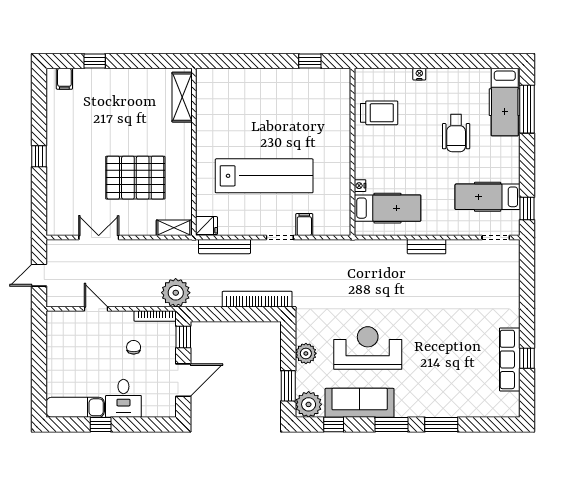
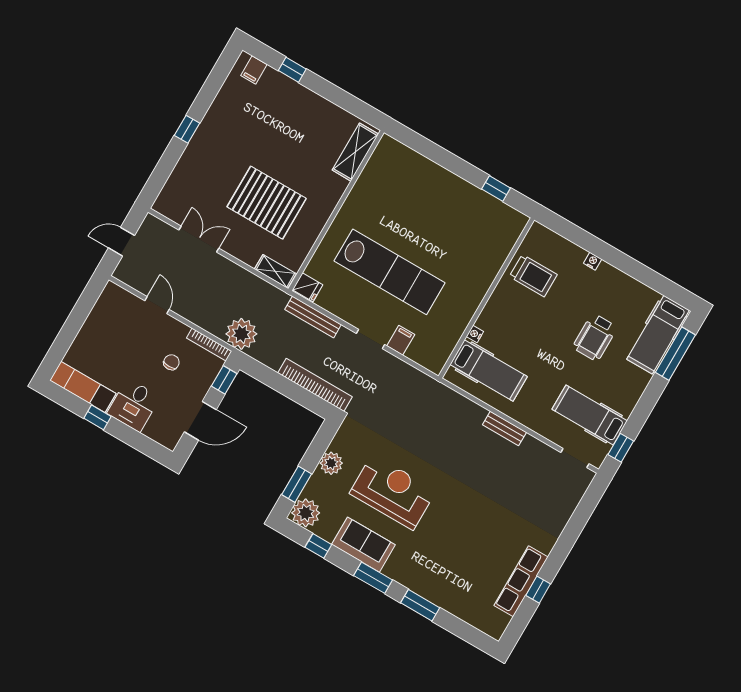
sofa: (360, 403) -> (363, 545), width x0.73

